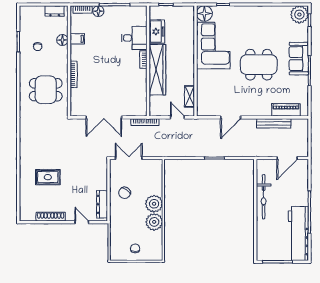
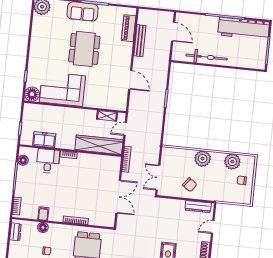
floor lamp: (98, 11) -> (23, 160), moved
wardrobe: (157, 70) -> (99, 145), moved
plant: (154, 222) -> (232, 162), moved

